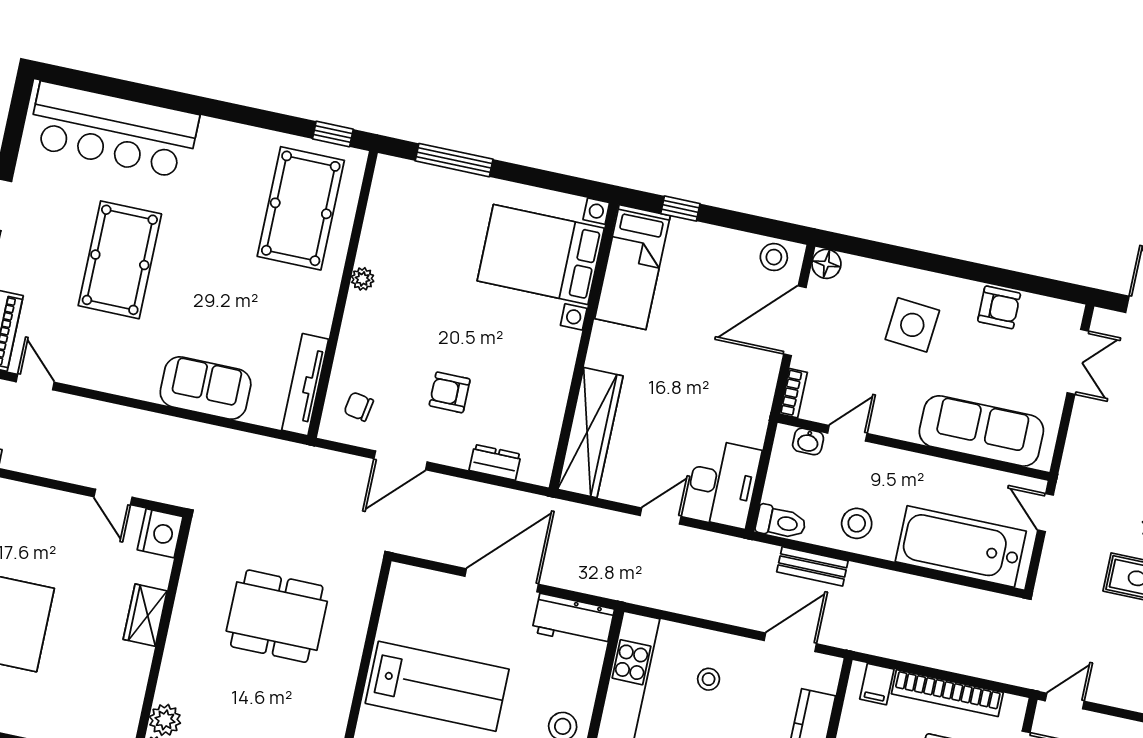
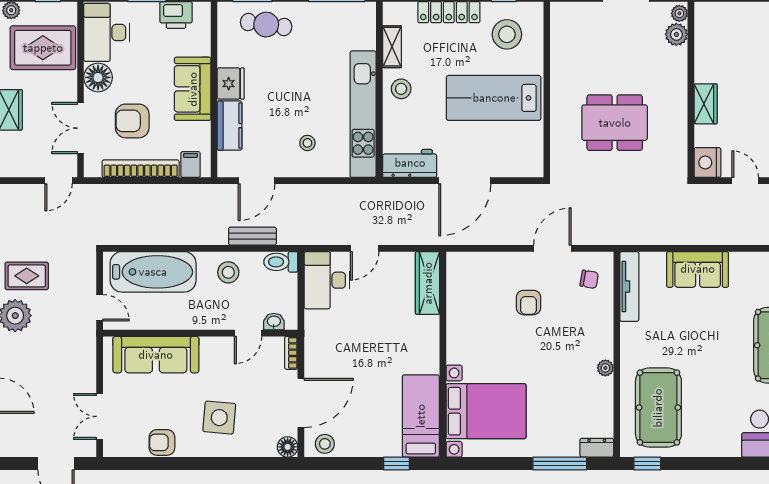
armchair: (450, 392) -> (529, 303), turned 90
wardrobe: (590, 433) -> (428, 283), width x0.71, depth x0.85
dresser: (495, 462) -> (597, 448), moved, turned 180

